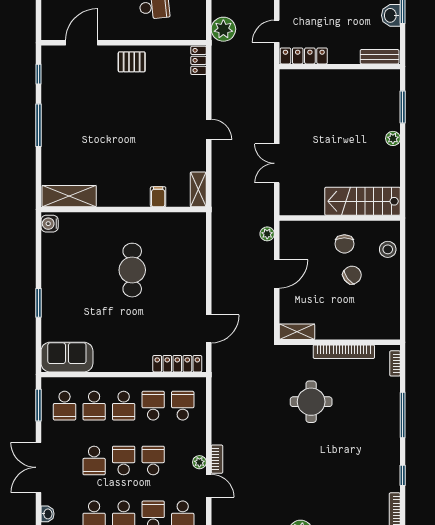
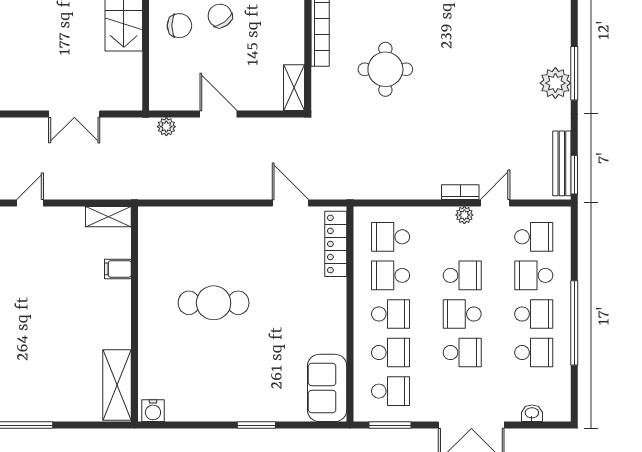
school desk: (153, 460) -> (462, 275), turned 180

